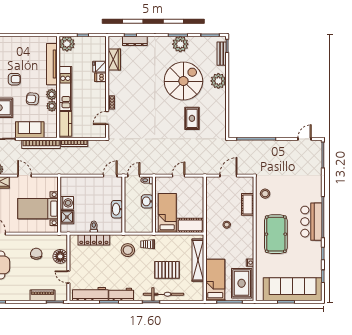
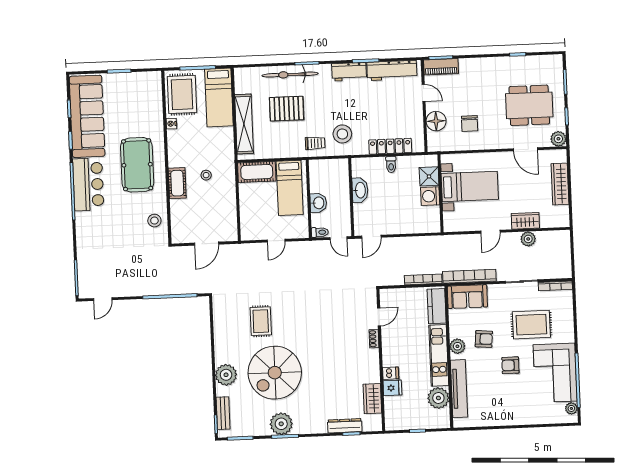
plant: (67, 44) -> (438, 398), moved
plant: (52, 106) -> (457, 330), removed
sofa: (30, 130) -> (467, 297), moved
door: (25, 176) -> (490, 232), hinge flipped
door: (134, 176) -> (338, 238), hinge flipped
cot: (248, 204) -> (177, 183), moved
sofa: (293, 289) -> (87, 116), moved, turned -90
piano: (43, 295) -> (441, 67), moved

